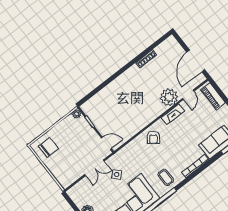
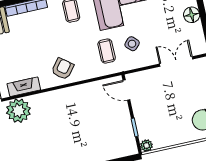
coffee table: (131, 162) -> (107, 51), added
double door: (94, 168) -> (176, 61), moved

